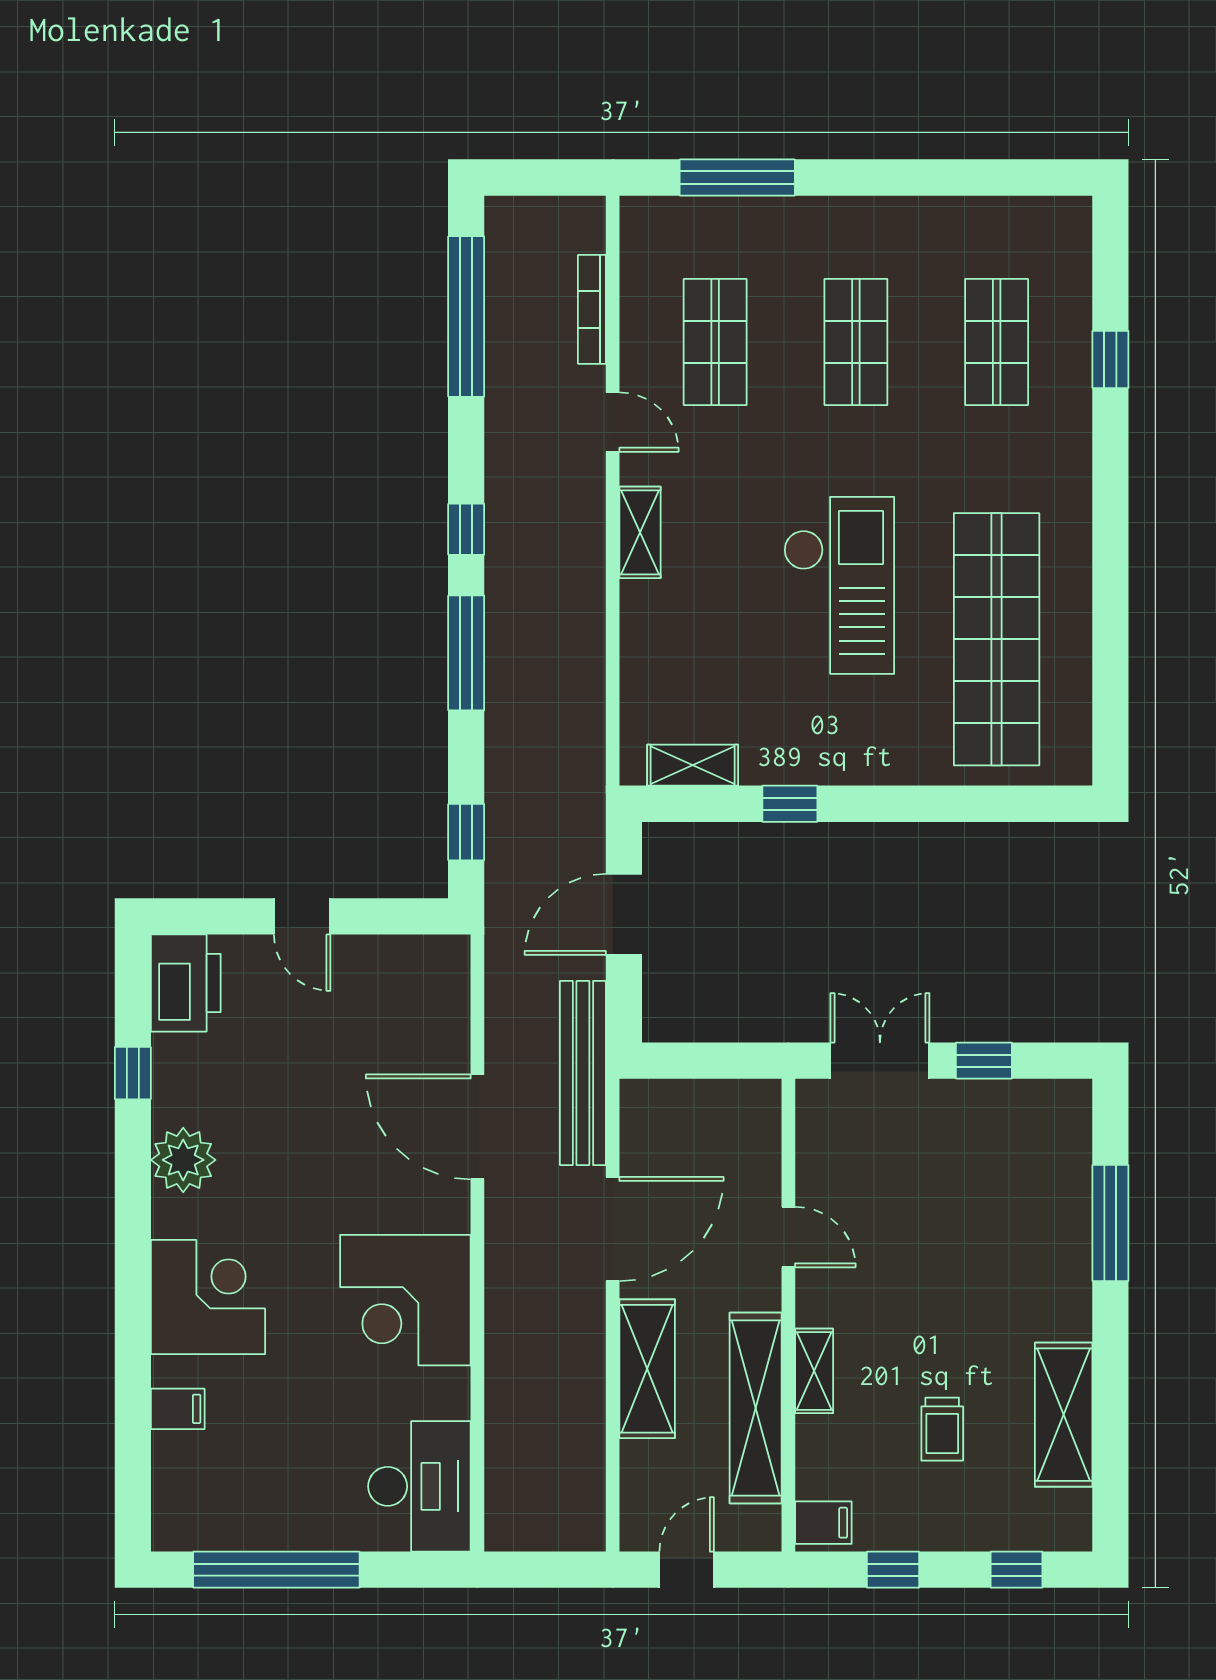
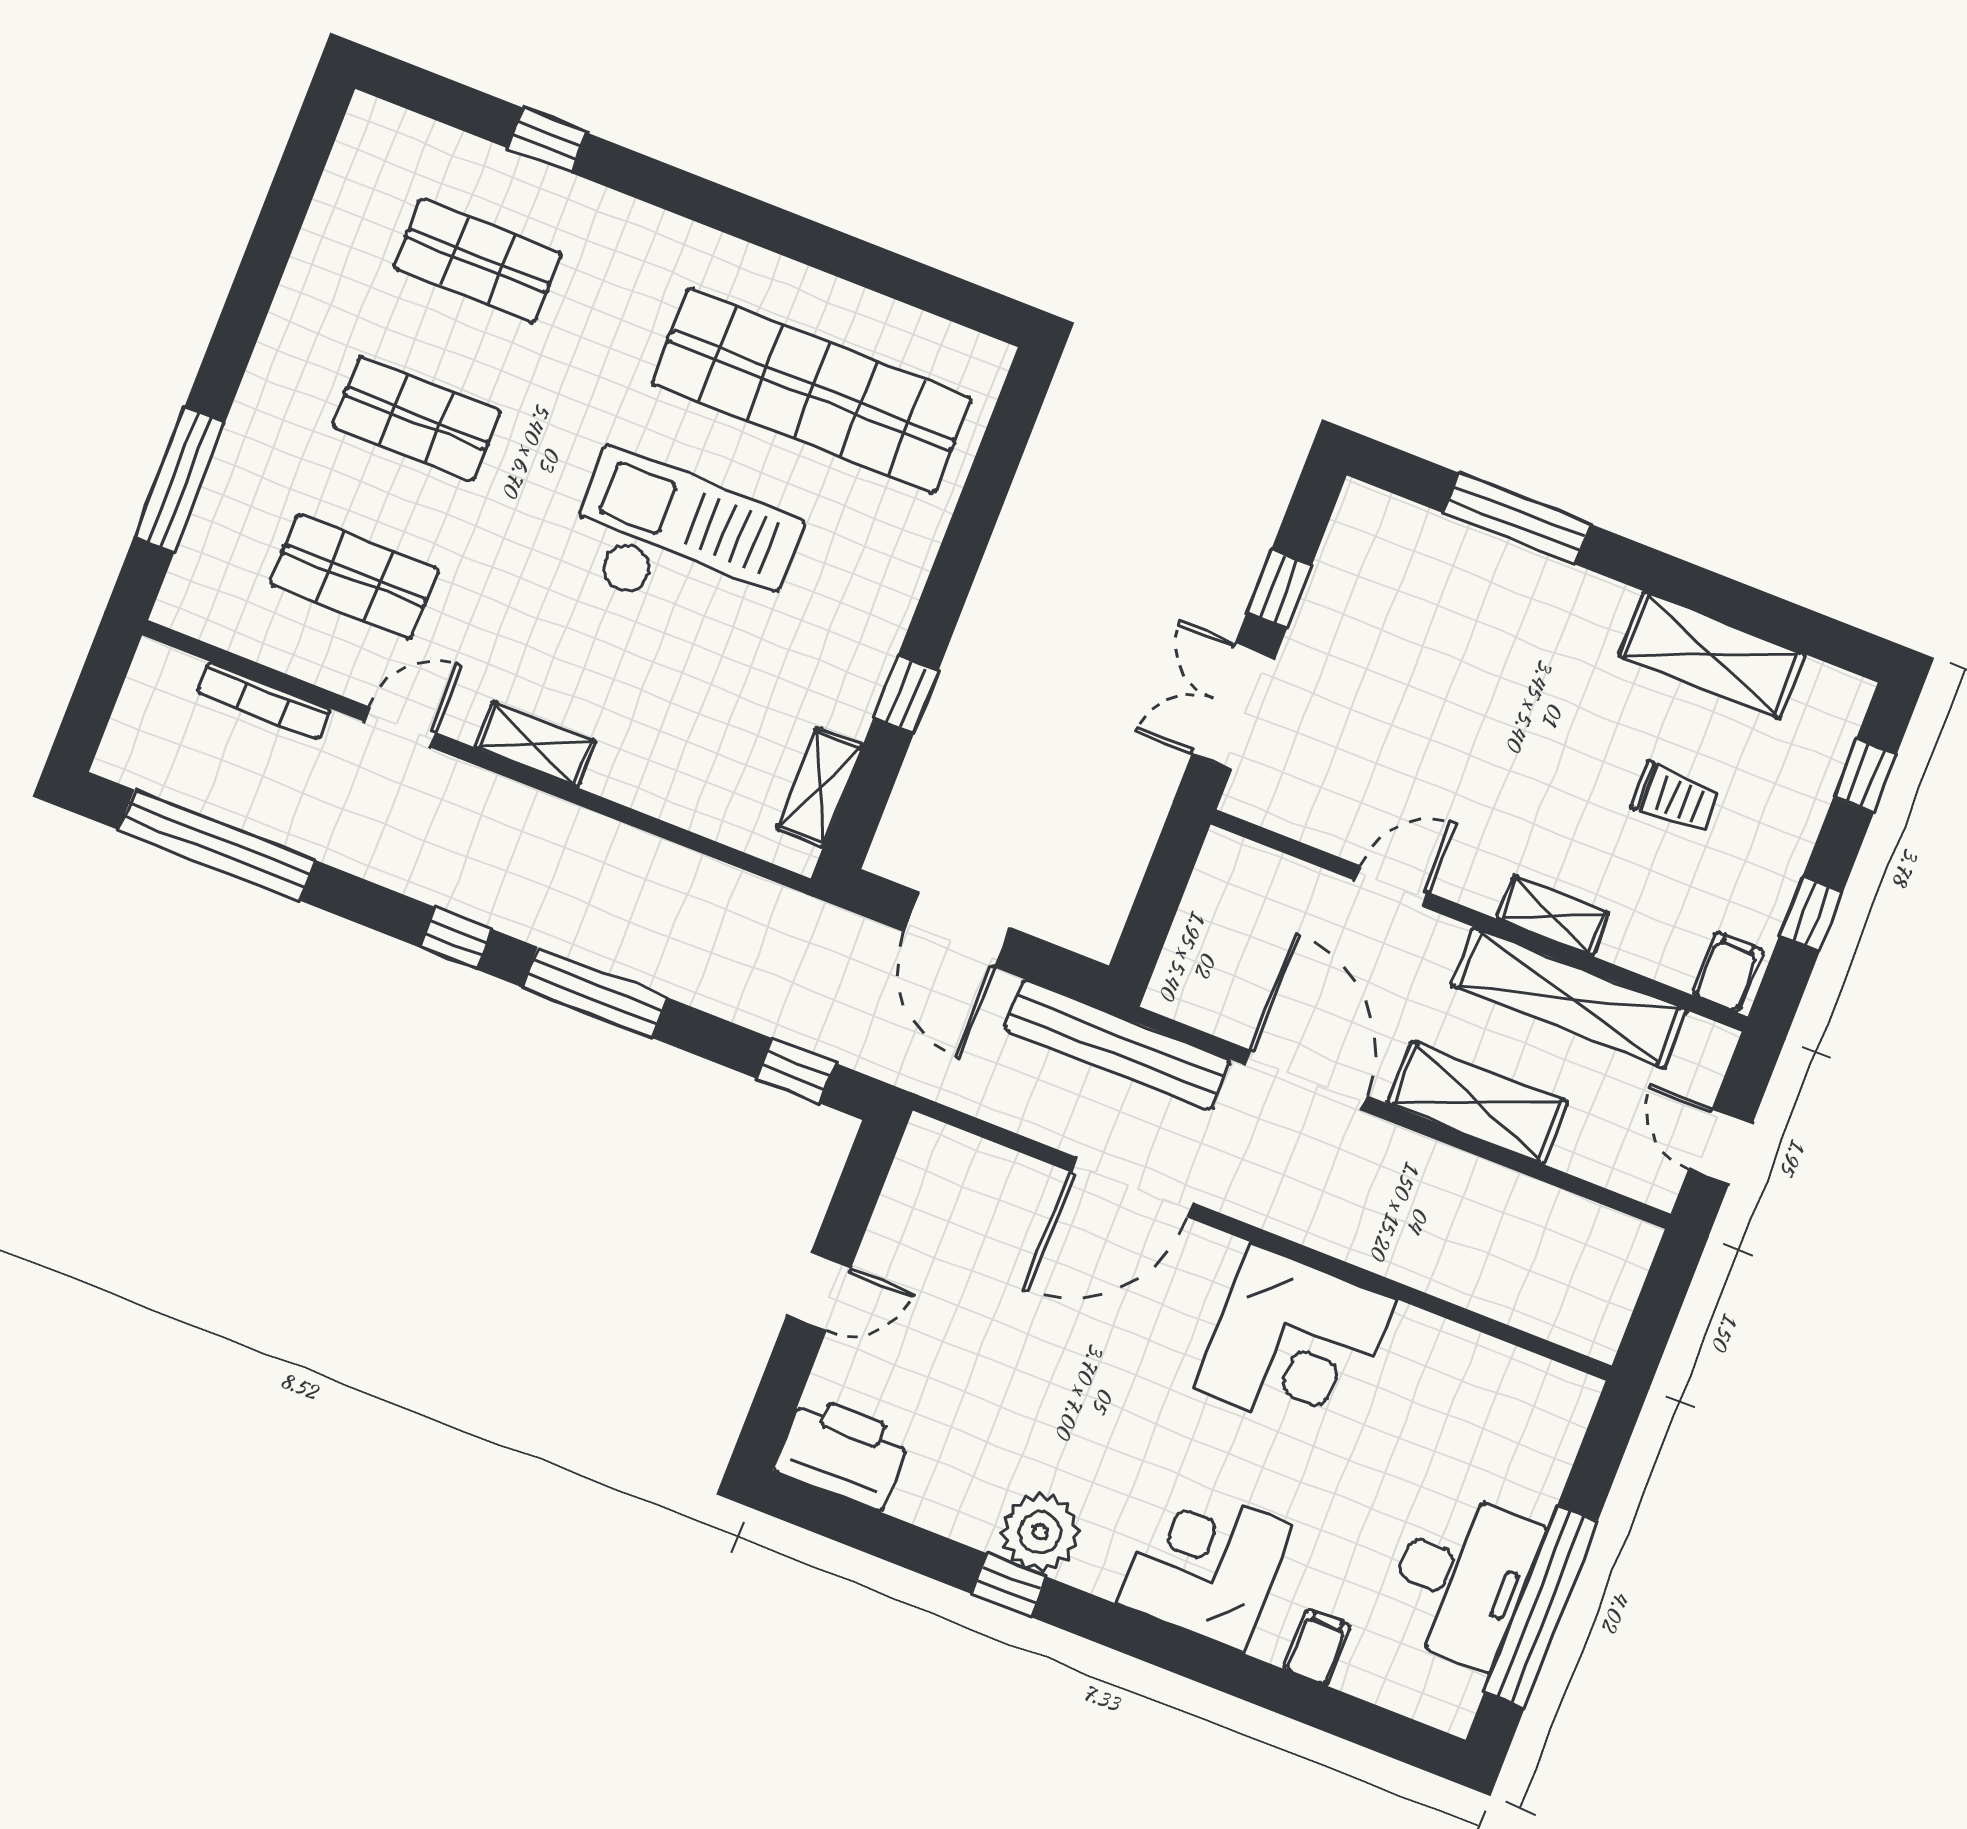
window: (133, 1073) -> (1009, 1585), moved
desk: (419, 1486) -> (1462, 1579), moved, turned 90

